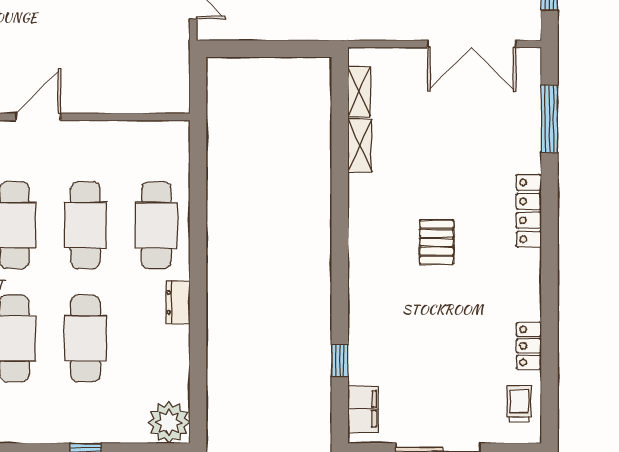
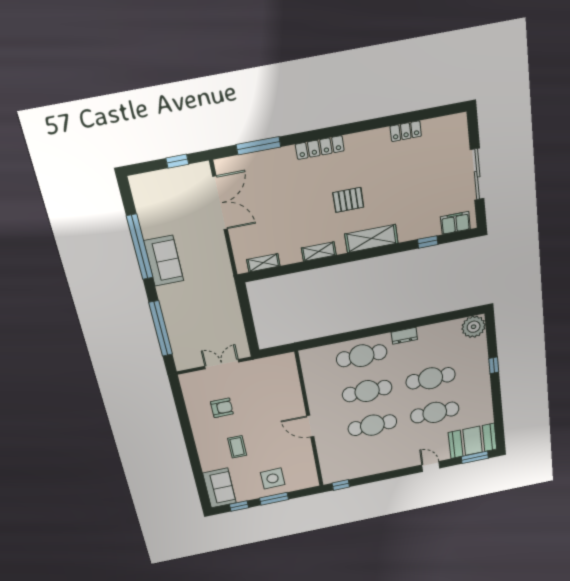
shelving: (360, 146) -> (319, 252), moved
shelving: (364, 270) -> (371, 239), added
trolley: (519, 404) -> (443, 130), removed

